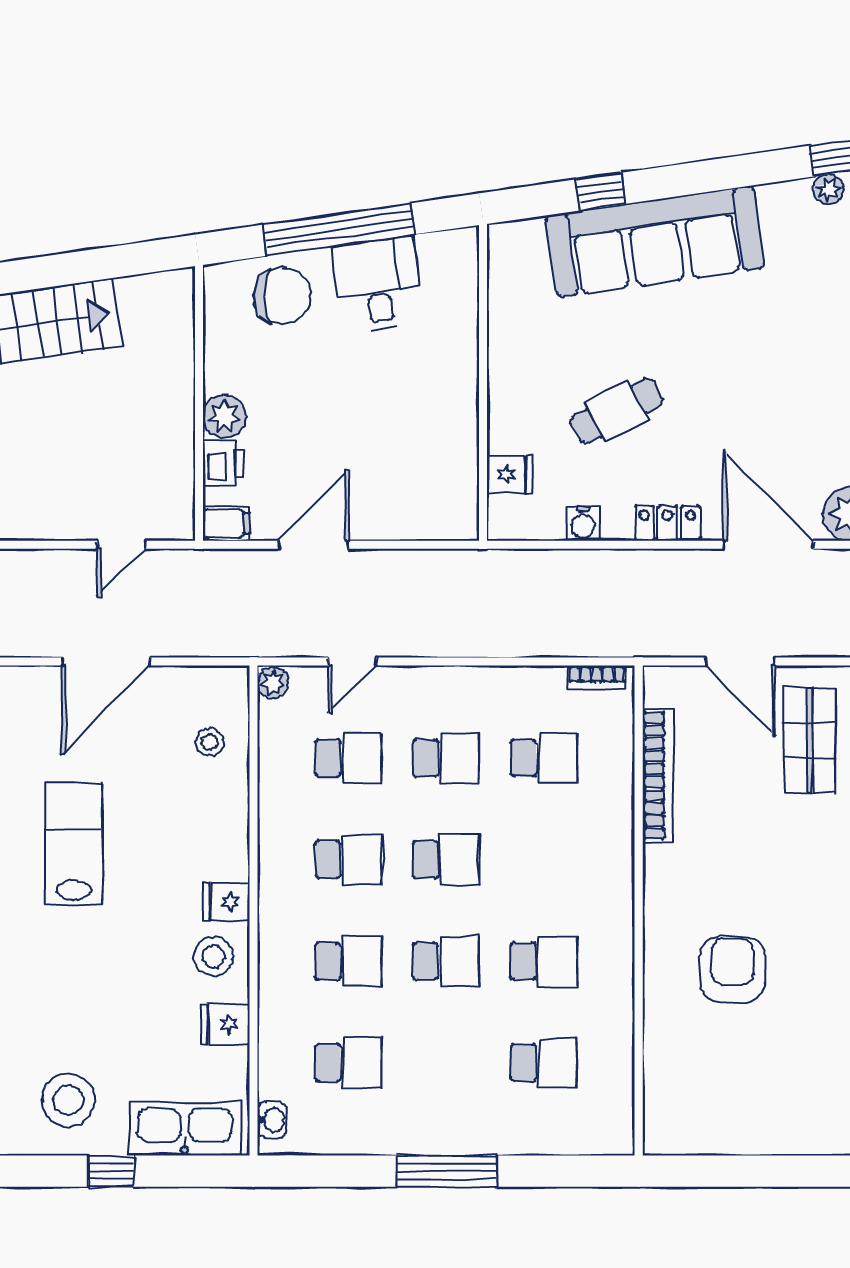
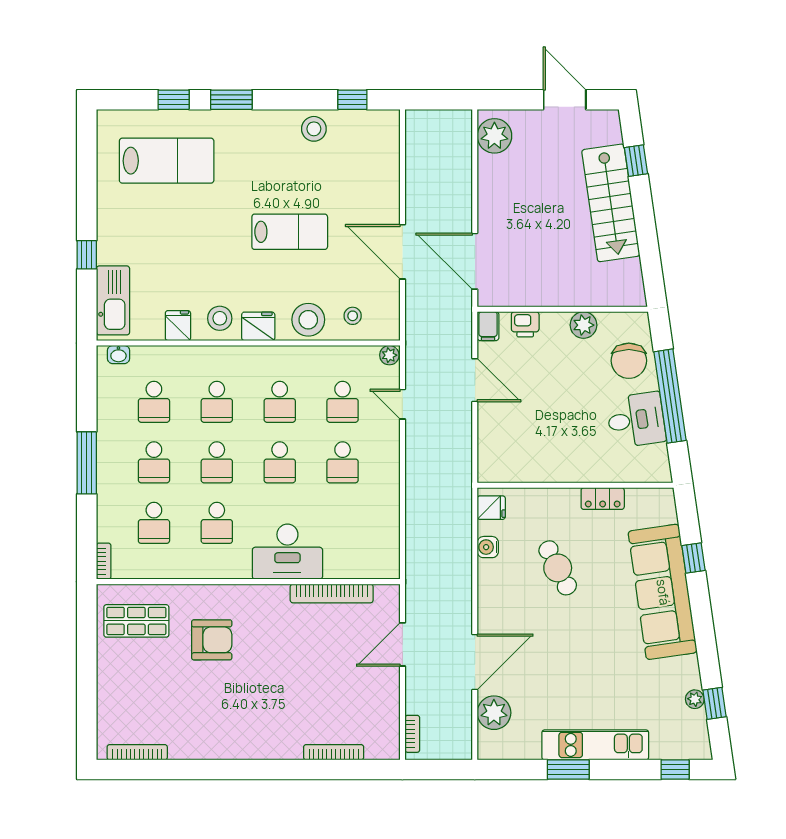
plant: (224, 416) -> (583, 325), moved
fridge: (510, 474) -> (491, 508), moved, turned -90
locker: (667, 523) -> (603, 499), moved, turned 90
door: (121, 545) -> (475, 261), width x1.88
bookcase: (597, 677) -> (104, 561), moved, turned 180
shop shelf: (810, 740) -> (136, 621), moved
school desk: (544, 758) -> (154, 462), moved
desk: (590, 847) -> (287, 552), added
fridge: (227, 902) -> (258, 326), width x1.38
stool: (68, 1100) -> (308, 320), moved

